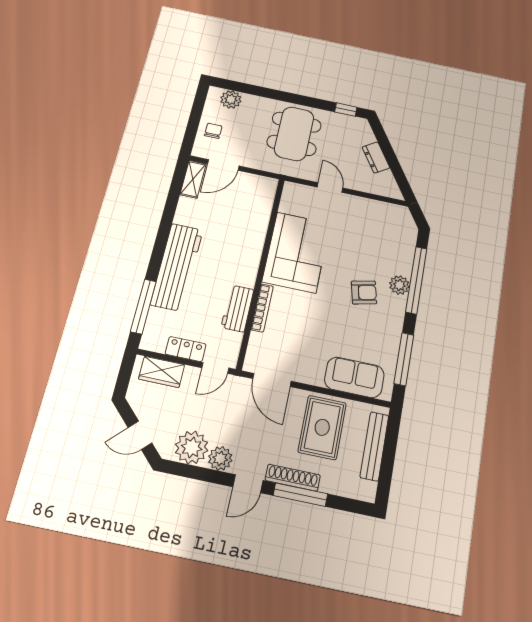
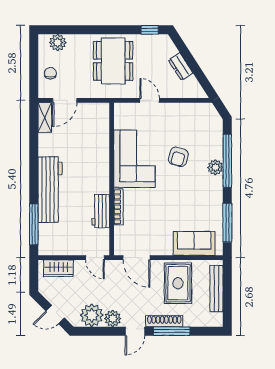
armchair: (364, 292) -> (178, 157), moved, turned 119
locker: (186, 349) -> (71, 249), removed
door: (215, 368) -> (95, 258), hinge flipped

